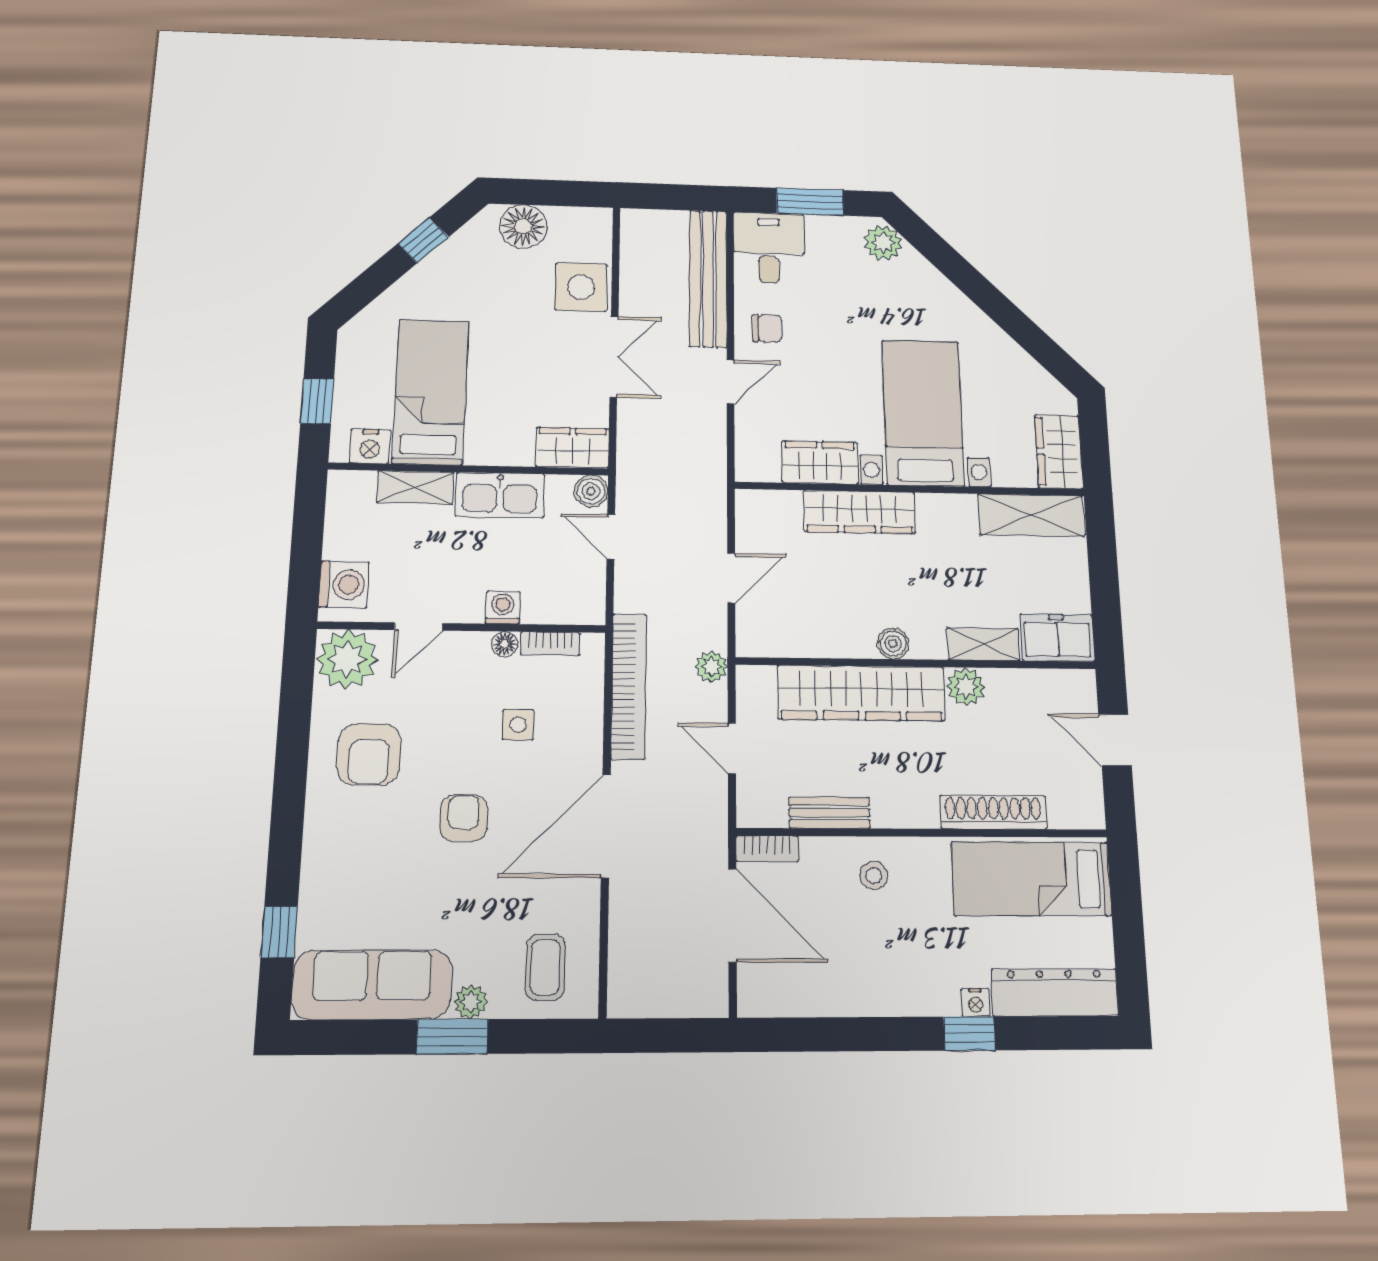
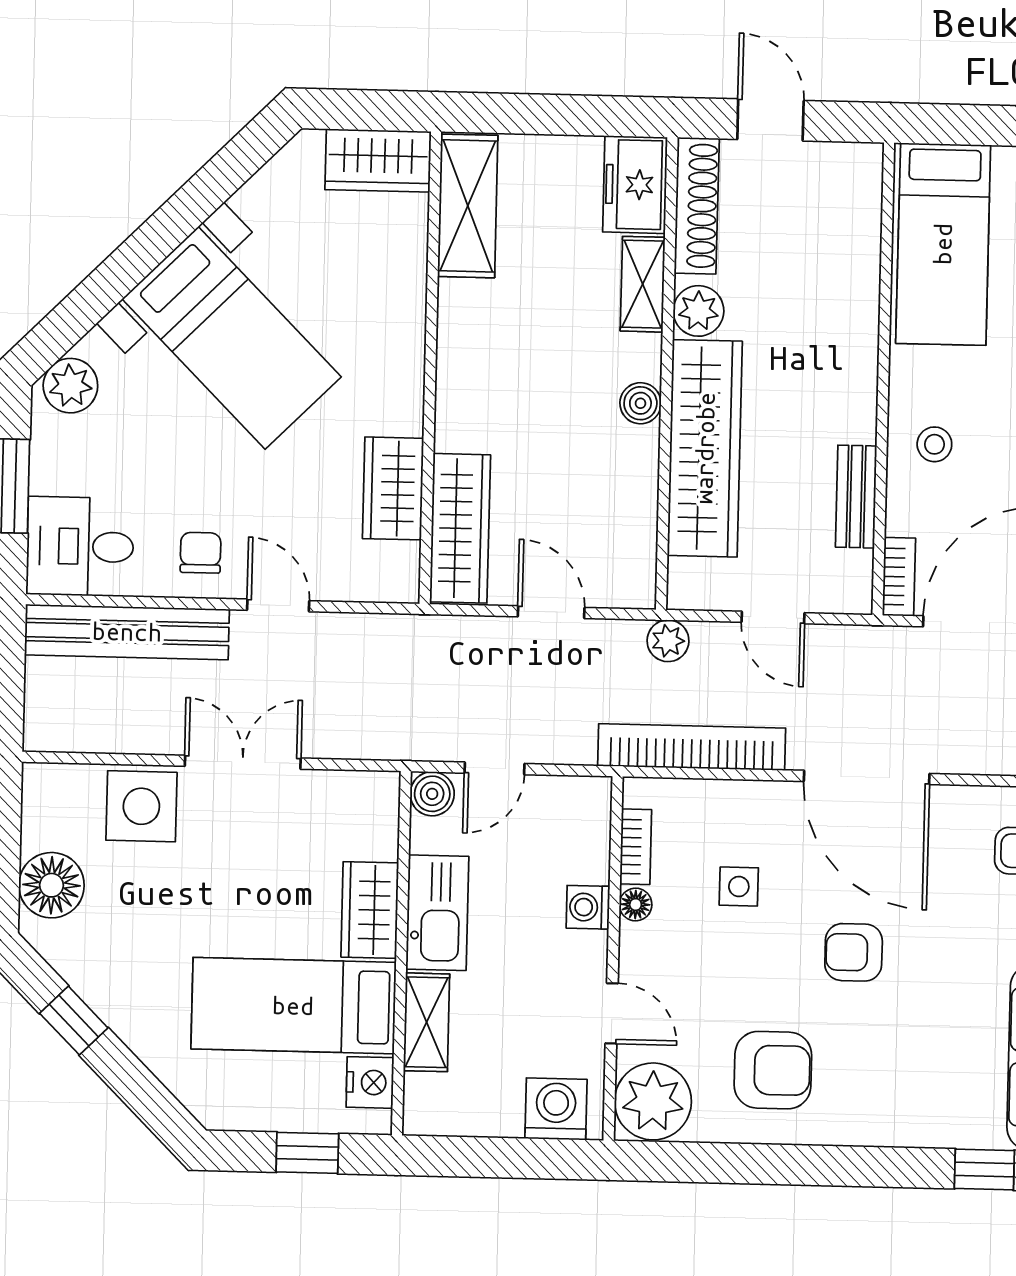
bed with nightstands: (923, 413) -> (232, 338), moved, turned -135
wardrobe: (573, 448) -> (370, 910), moved
wardrobe: (859, 512) -> (460, 528), moved
door: (1115, 740) -> (770, 120), swing flipped
door: (732, 748) -> (773, 618), hinge flipped
shoe rack: (993, 812) -> (697, 206), moved, turned 180

